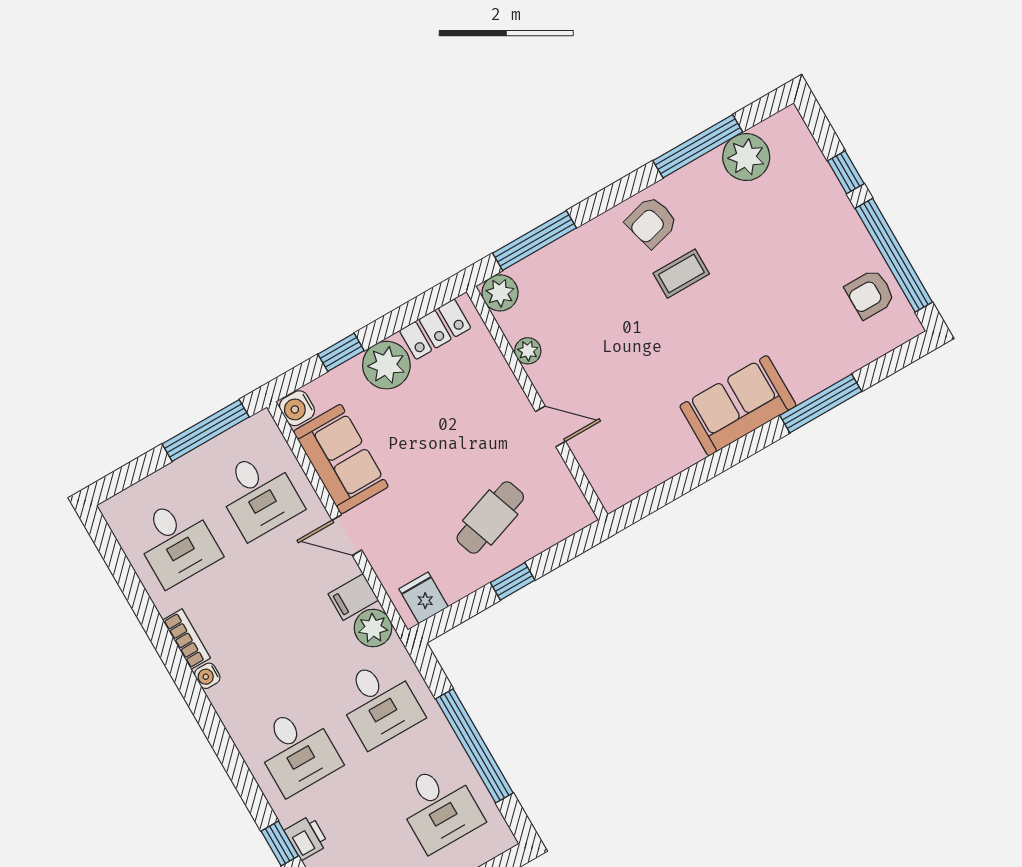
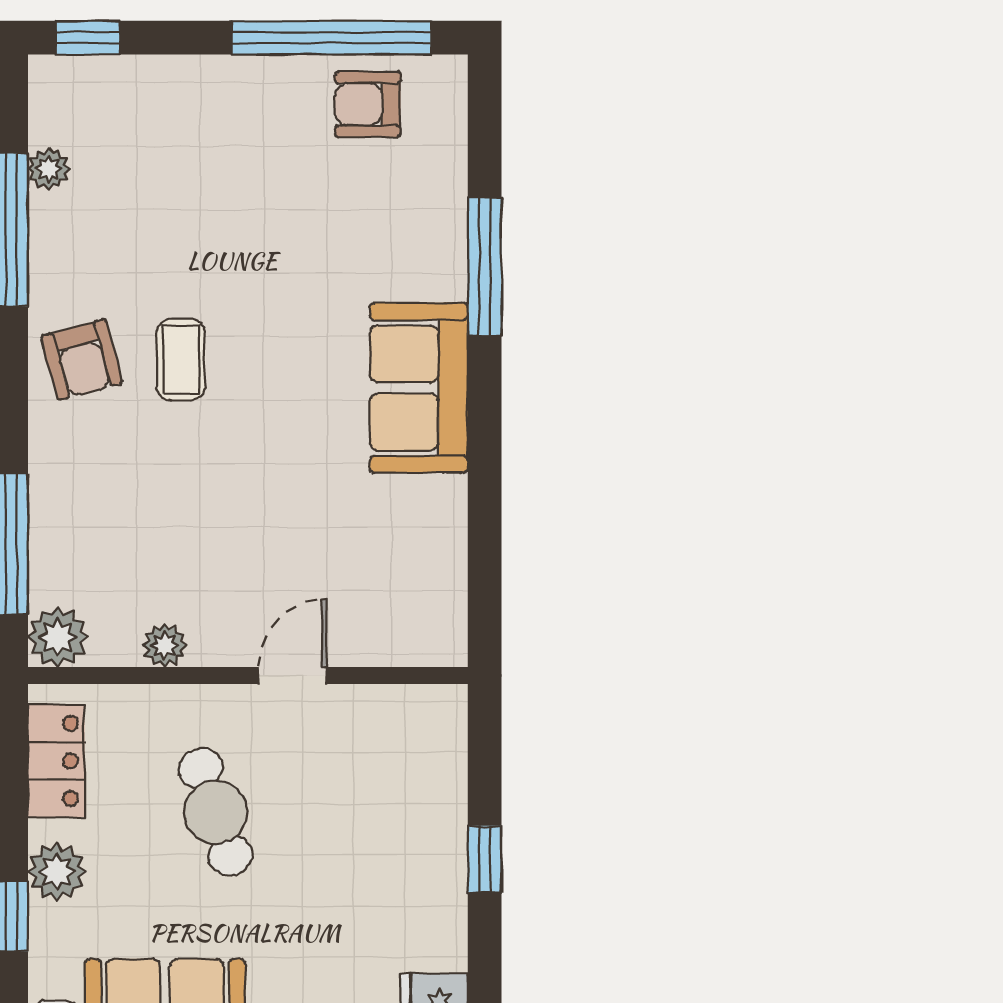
plant: (746, 157) -> (49, 169), width x0.53, depth x0.53
window: (846, 172) -> (88, 38), moved
armchair: (870, 294) -> (368, 104), turned 90
plant: (386, 365) -> (57, 872), width x0.73, depth x0.73
cafe table: (490, 517) -> (216, 812), moved

